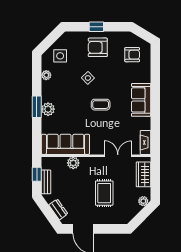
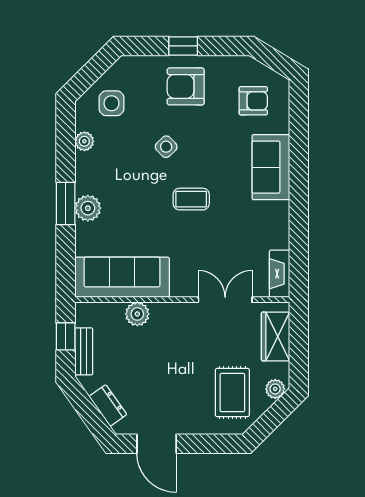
sofa: (141, 100) -> (271, 167), moved
rug: (104, 193) -> (232, 393), moved

